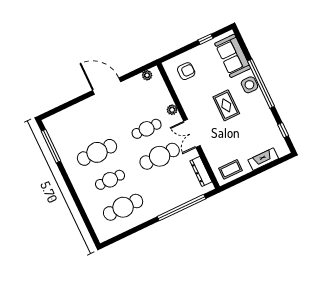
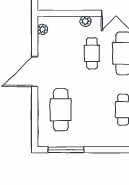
cafe table: (97, 152) -> (61, 110), moved

